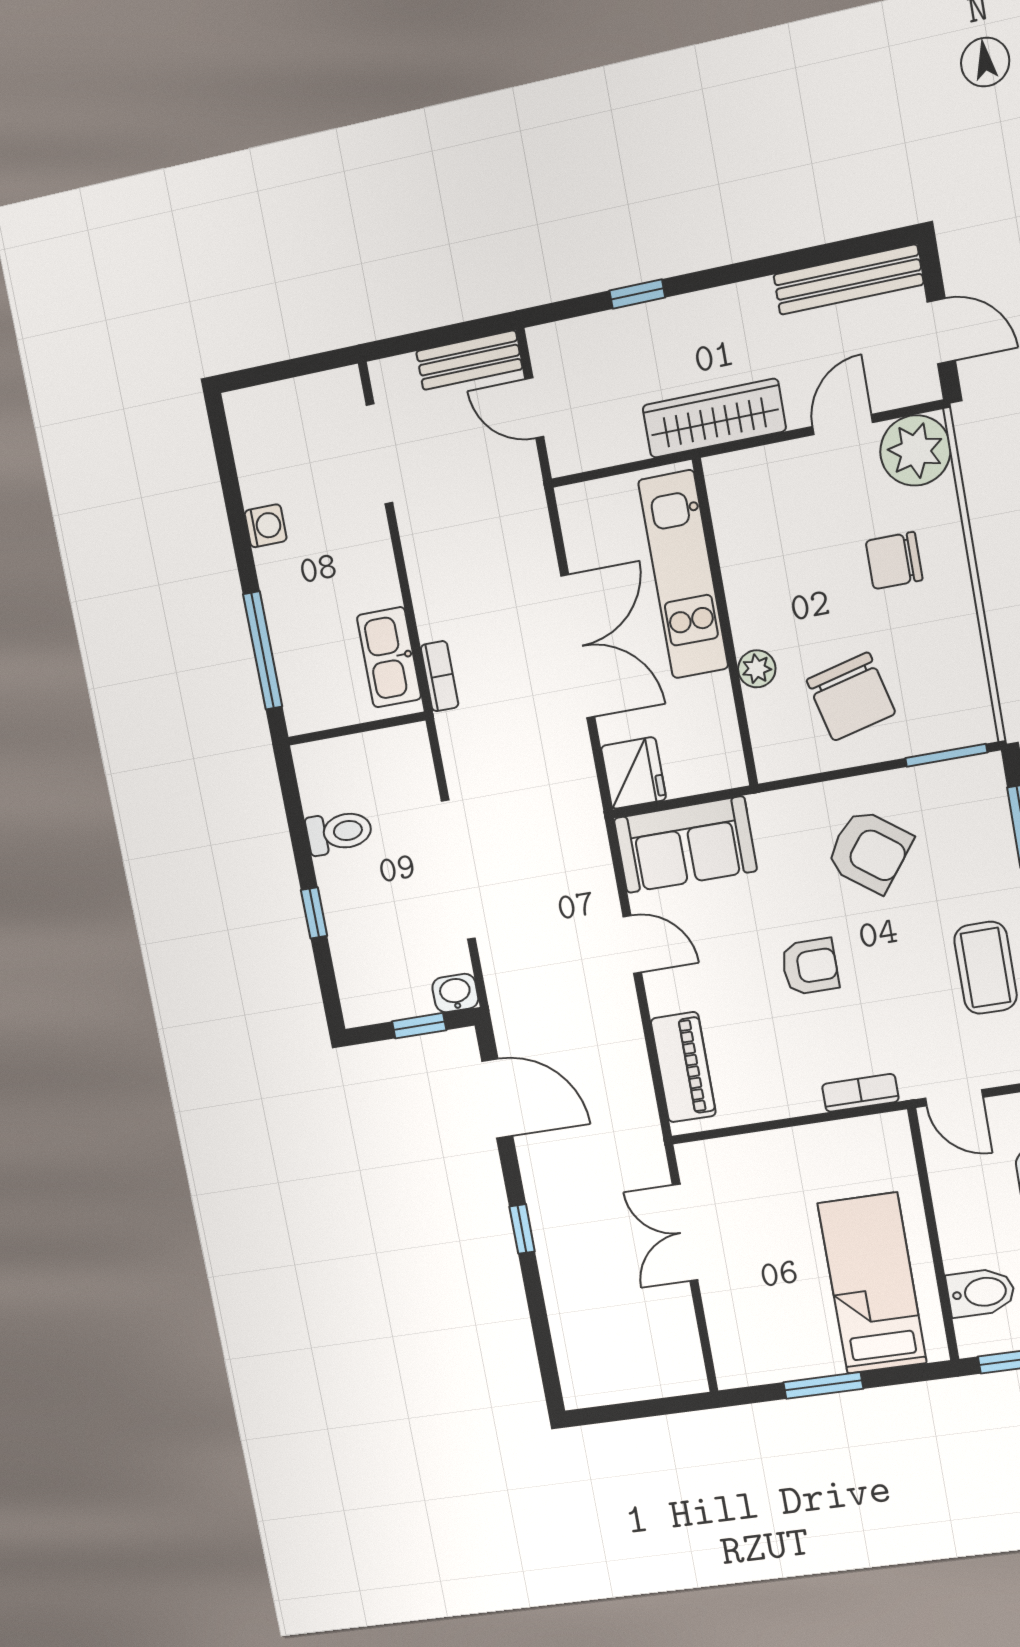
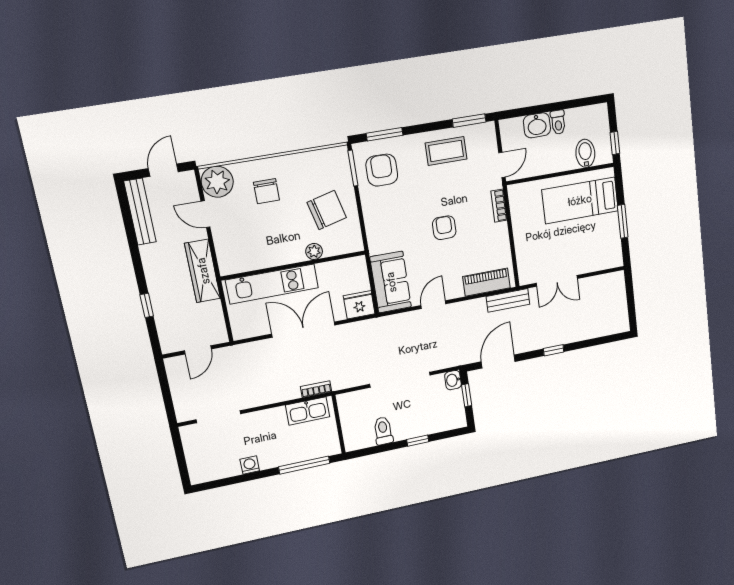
bench: (469, 360) -> (508, 300), moved, turned 90
armchair: (869, 851) -> (382, 170), moved, turned -37

